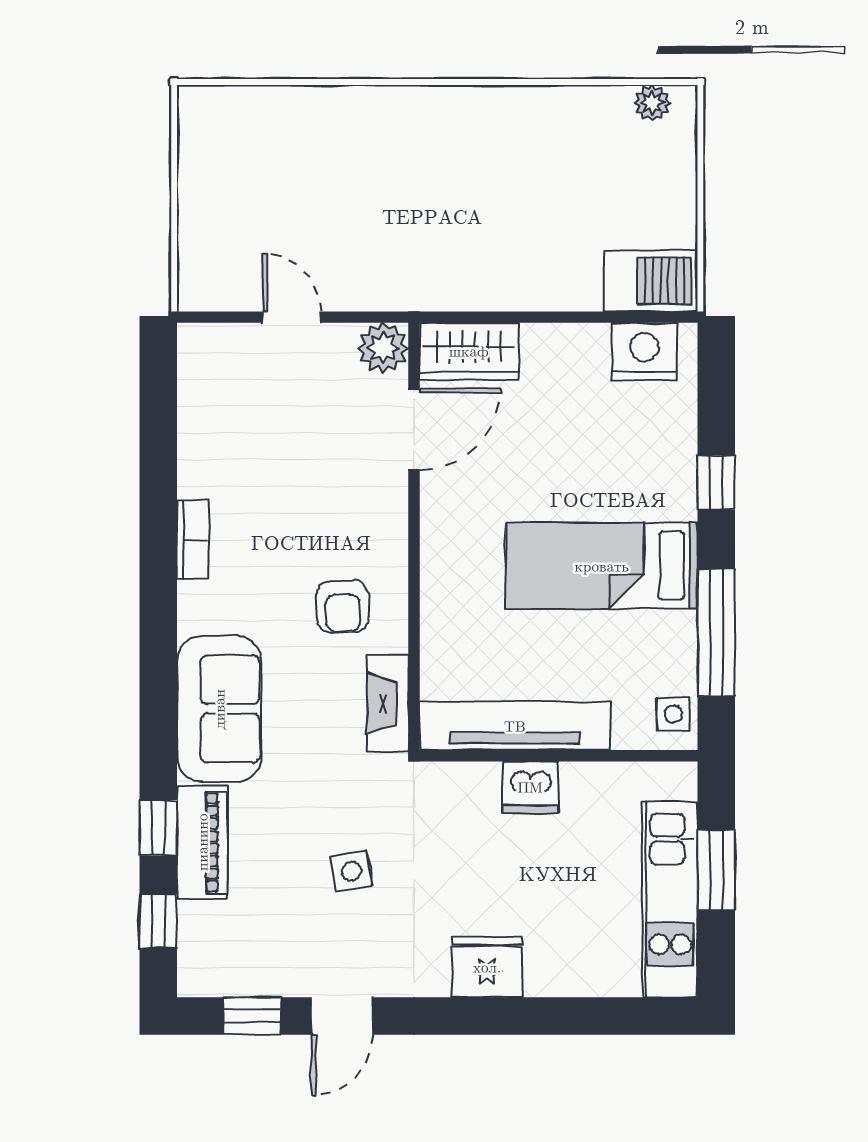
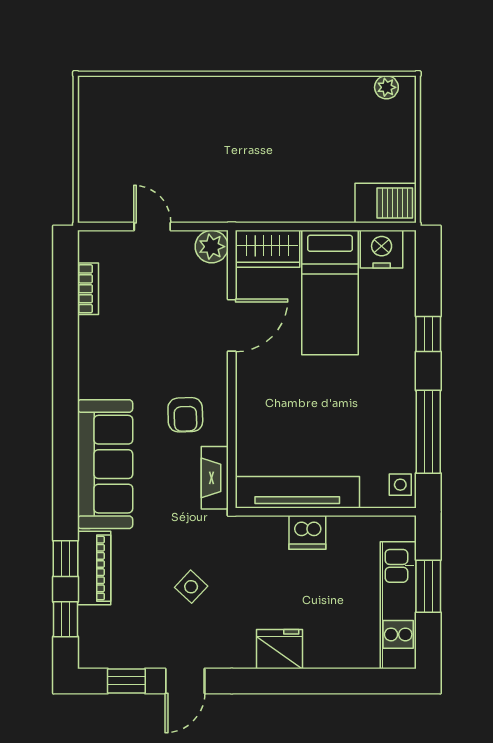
door: (414, 429) -> (232, 325), moved
bookcase: (193, 540) -> (88, 289), moved
bed: (602, 566) -> (330, 293), moved, turned -90
sofa: (219, 709) -> (105, 464), width x1.36
side table: (351, 871) -> (191, 587), turned -36

